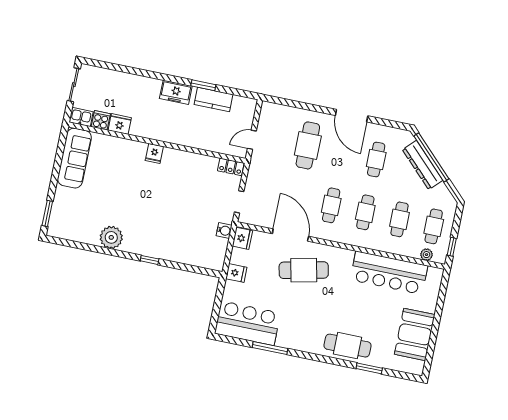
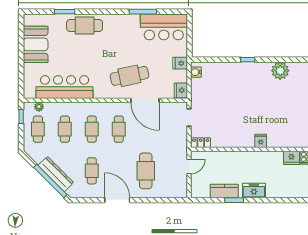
water cooler: (224, 230) -> (196, 72), moved

